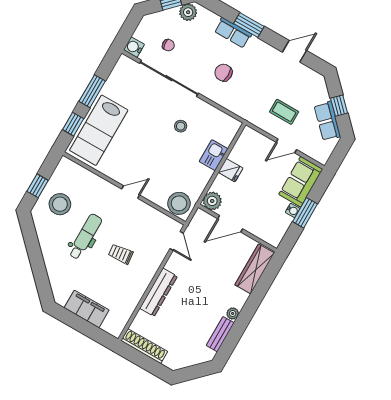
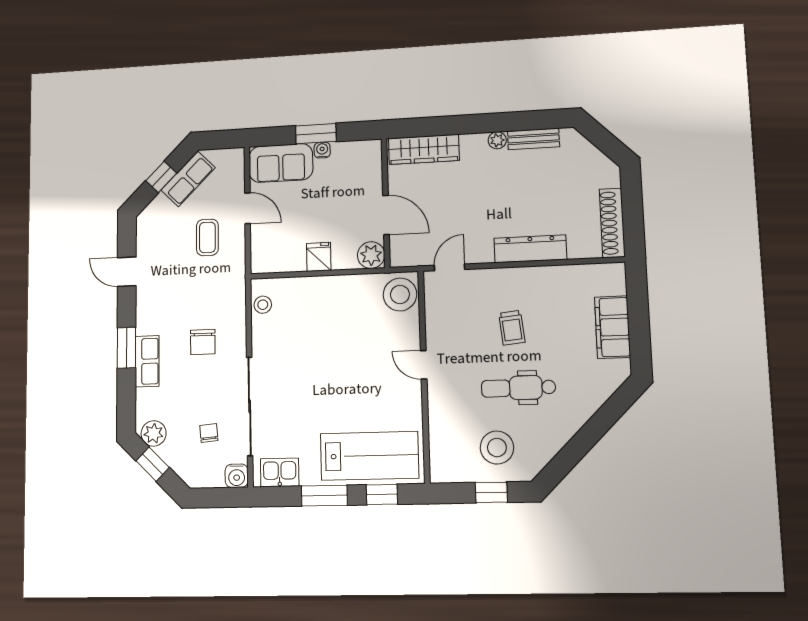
stool: (181, 126) -> (263, 305), moved
kitchen sink: (214, 155) -> (280, 472), moved, turned 180

